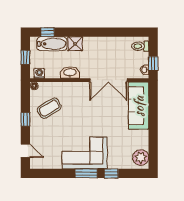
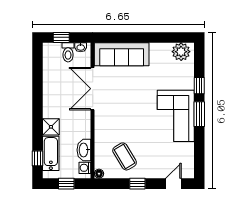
toilet: (140, 46) -> (68, 52), moved
window: (153, 64) -> (61, 37), moved
washbasin: (70, 73) -> (84, 150), moved
double door: (108, 80) -> (93, 89), swing flipped

